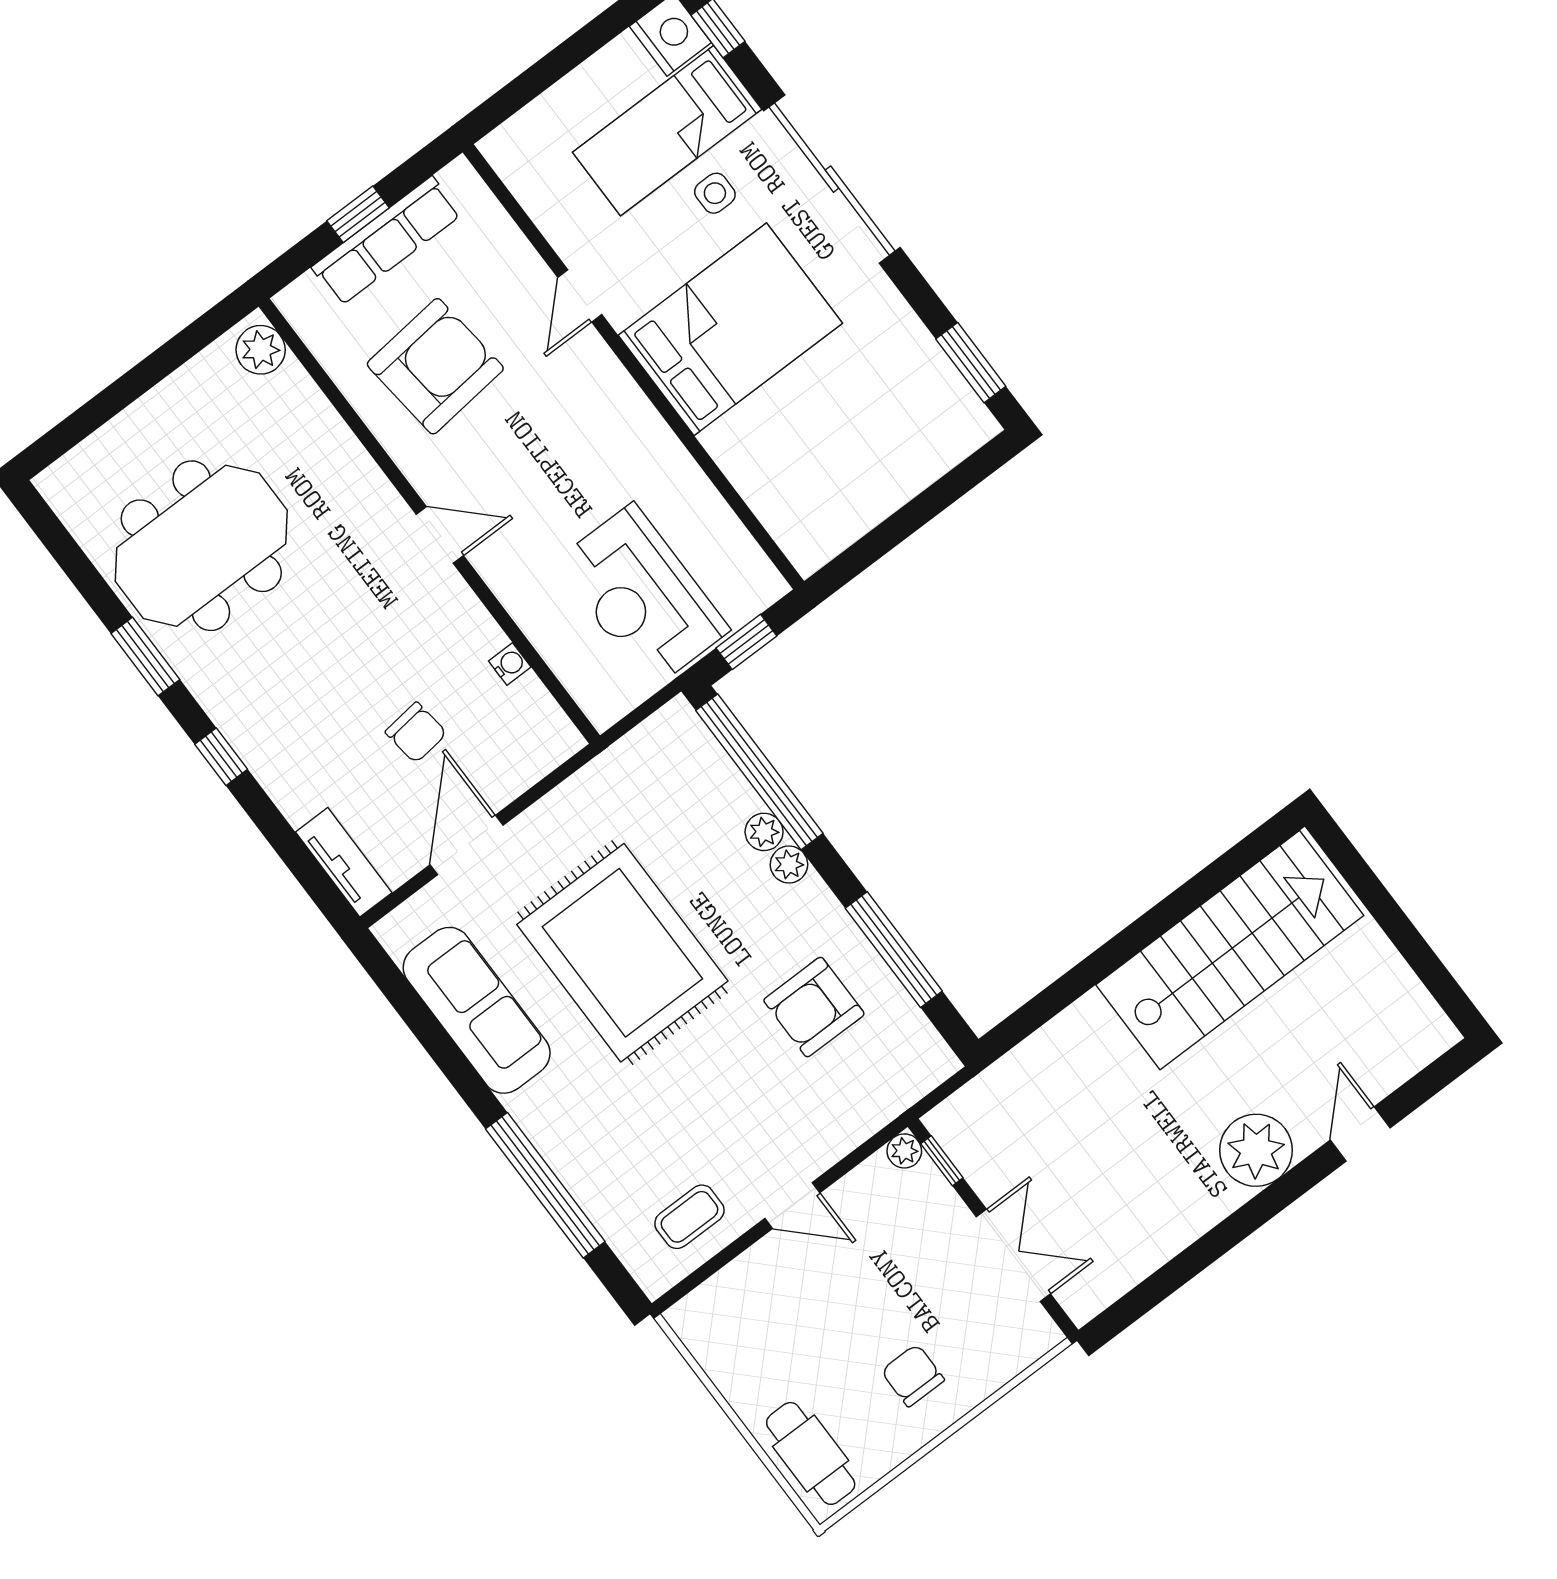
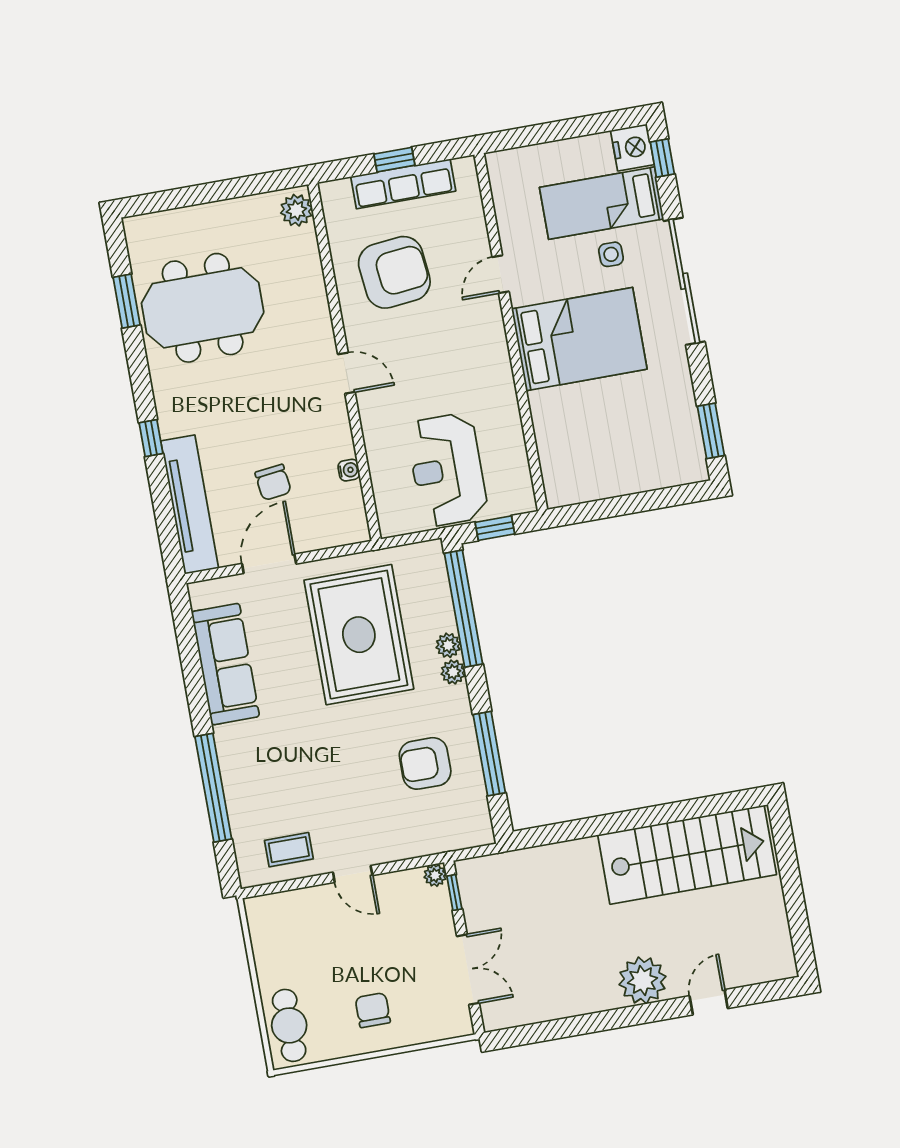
window: (145, 656) -> (127, 301), moved
tv unit: (344, 862) -> (190, 505), width x1.92, depth x1.29
rug: (622, 953) -> (359, 635), moved

